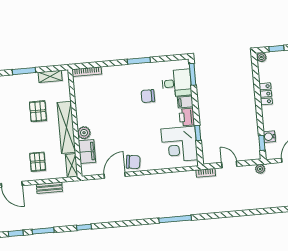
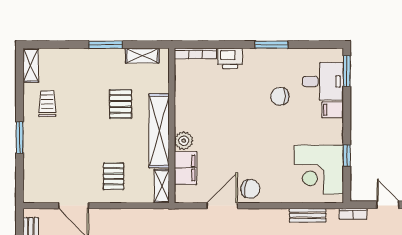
printer: (187, 117) -> (230, 58), moved, turned -90
bench: (49, 188) -> (308, 215), moved

